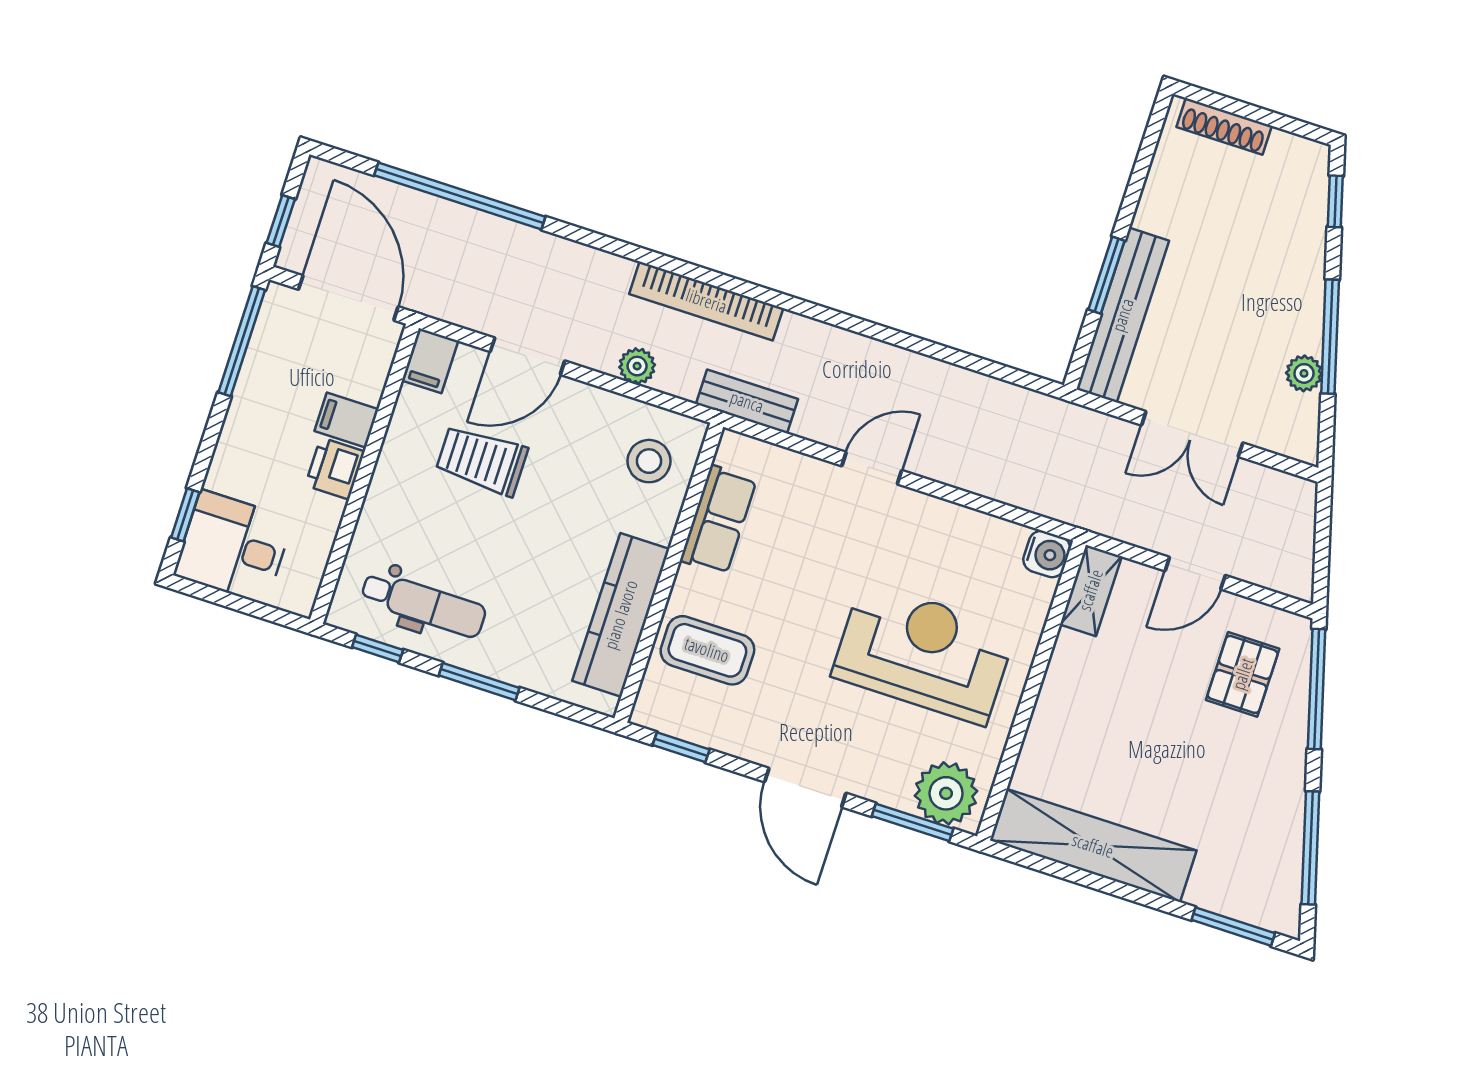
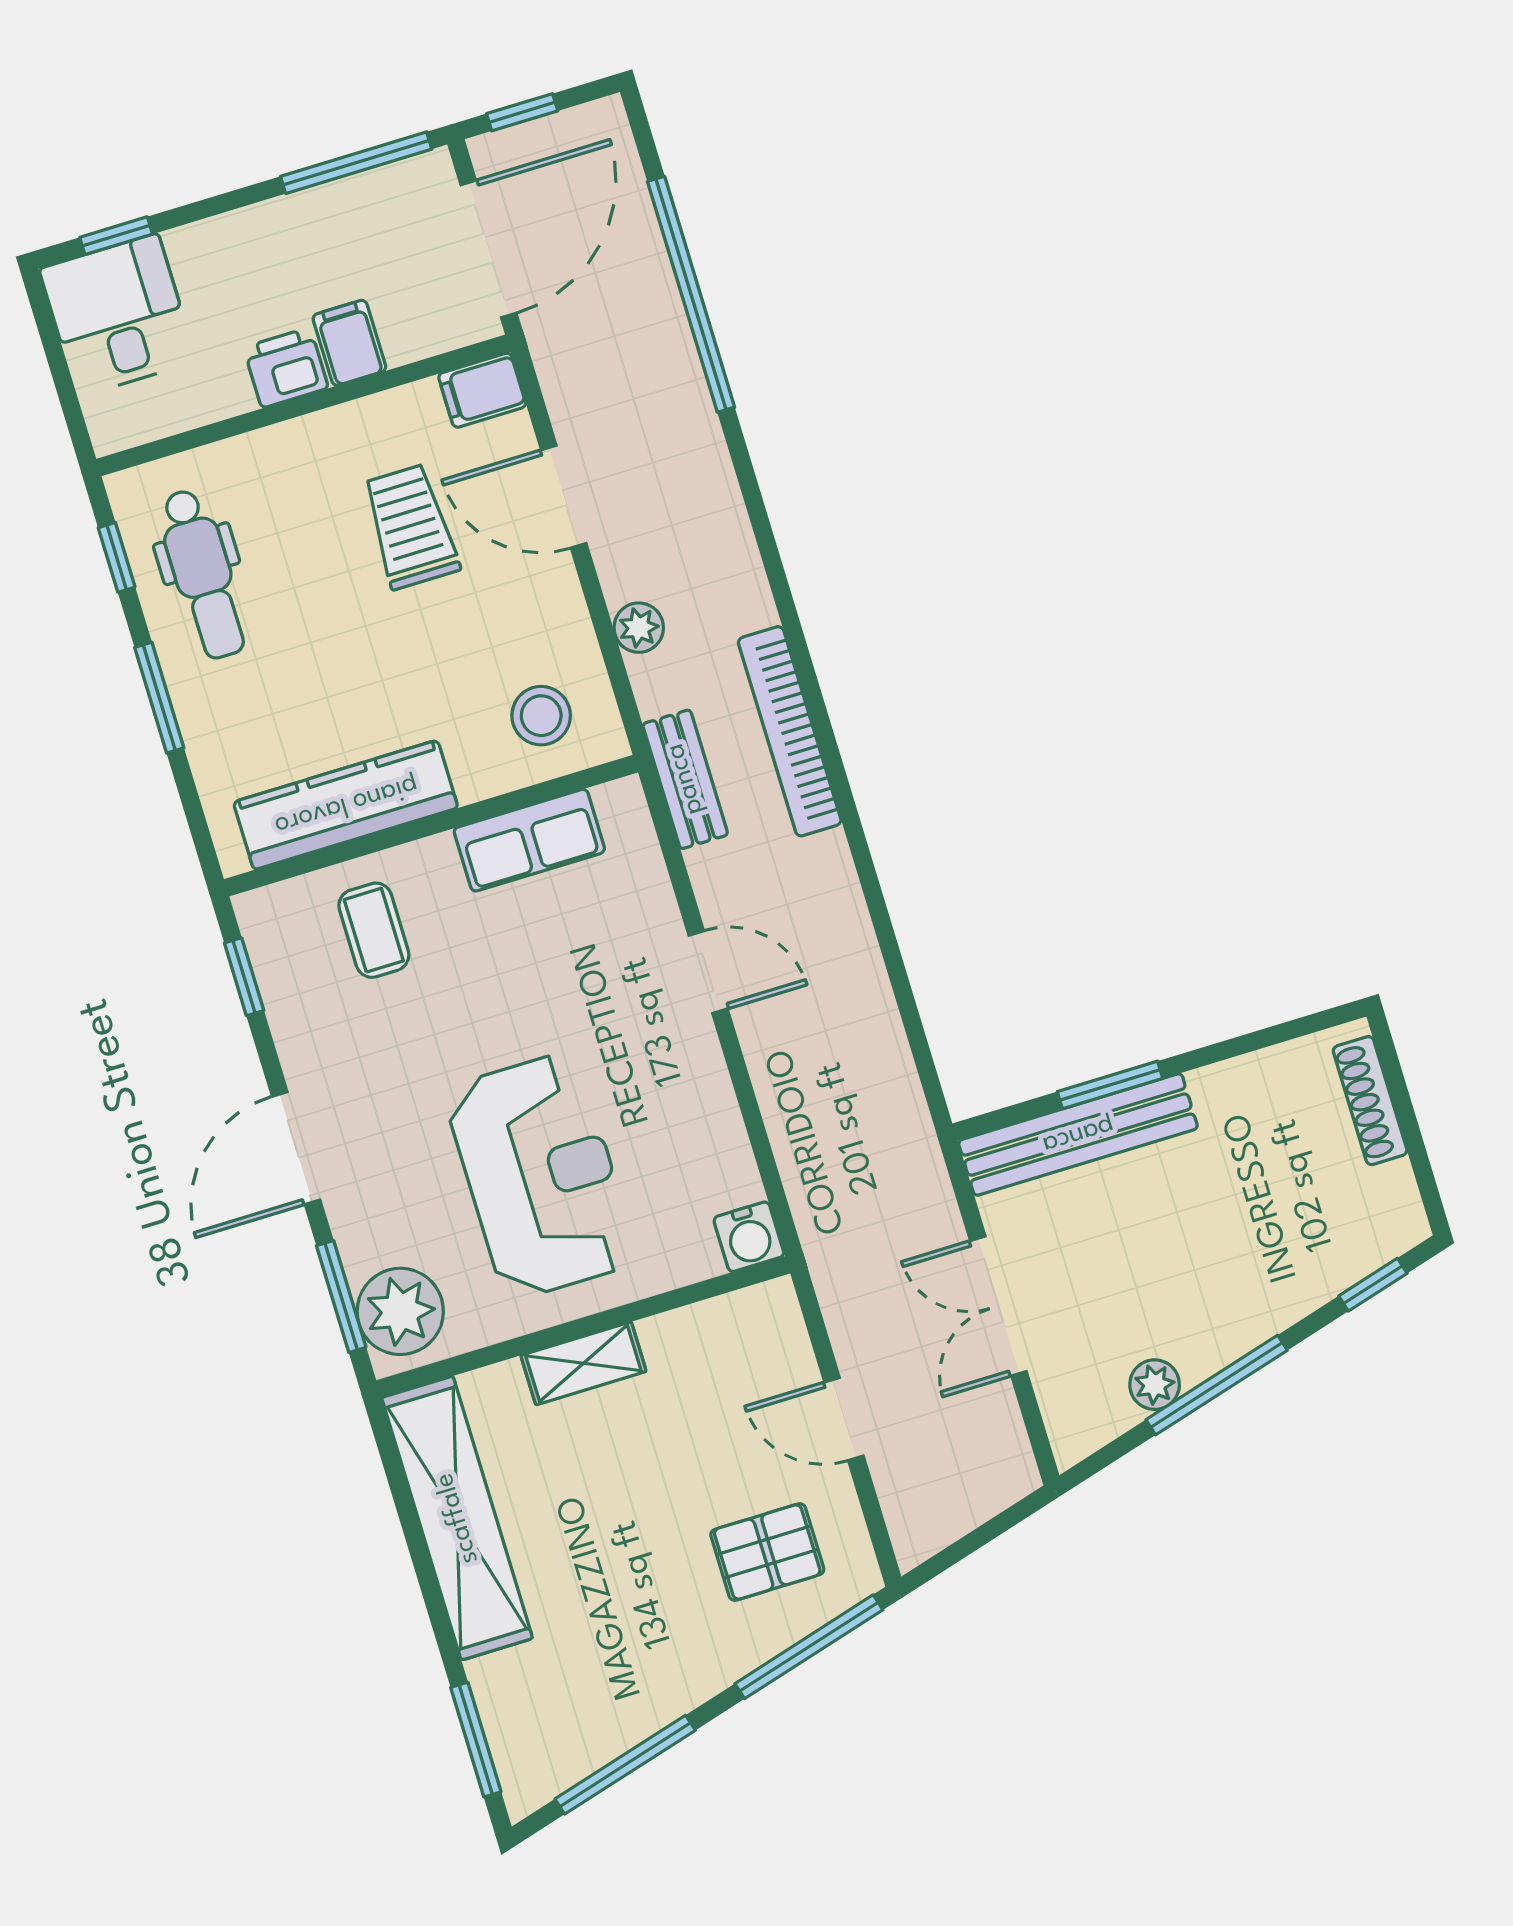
bookcase: (706, 301) -> (790, 731), moved
shelving: (1091, 590) -> (583, 1363), moved
coffee table: (707, 650) -> (374, 930), width x0.73, depth x0.77

